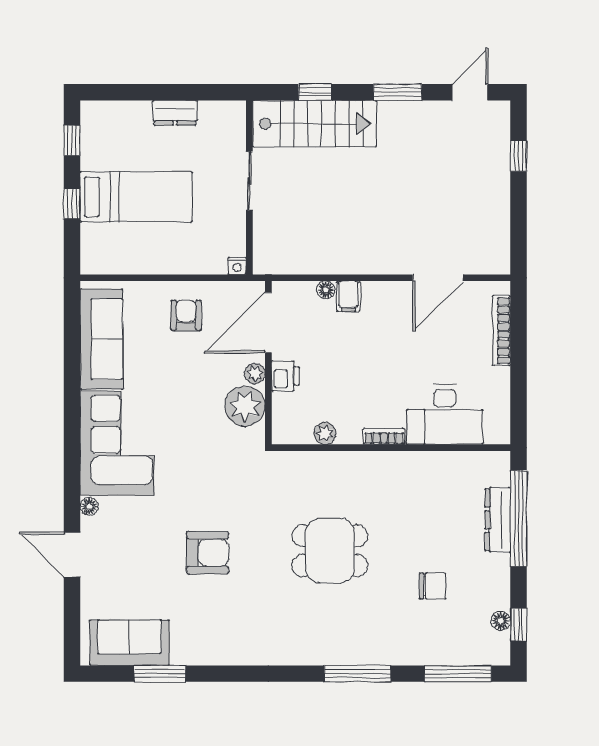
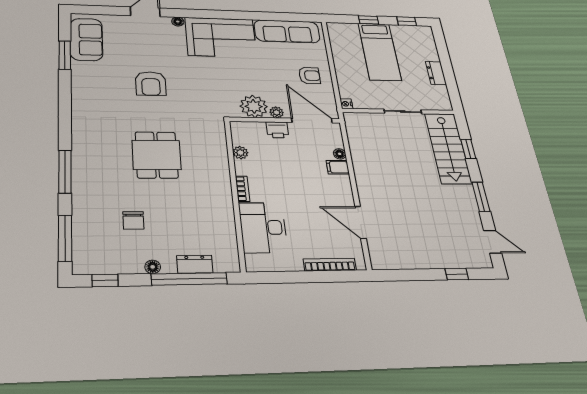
dresser: (498, 520) -> (195, 264), width x0.70
floor lamp: (501, 621) -> (153, 267), moved

